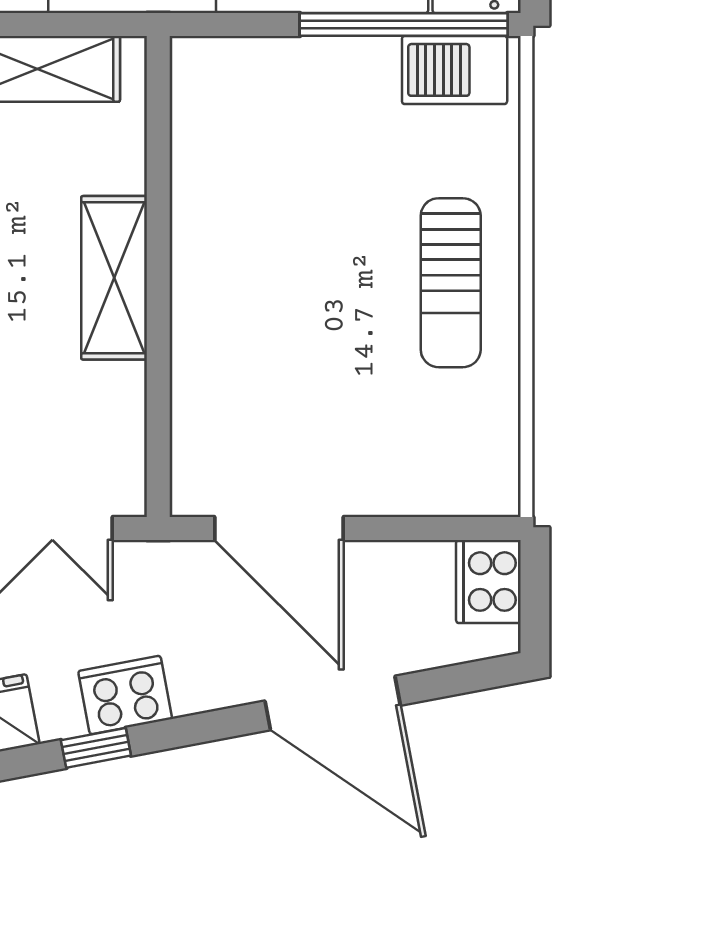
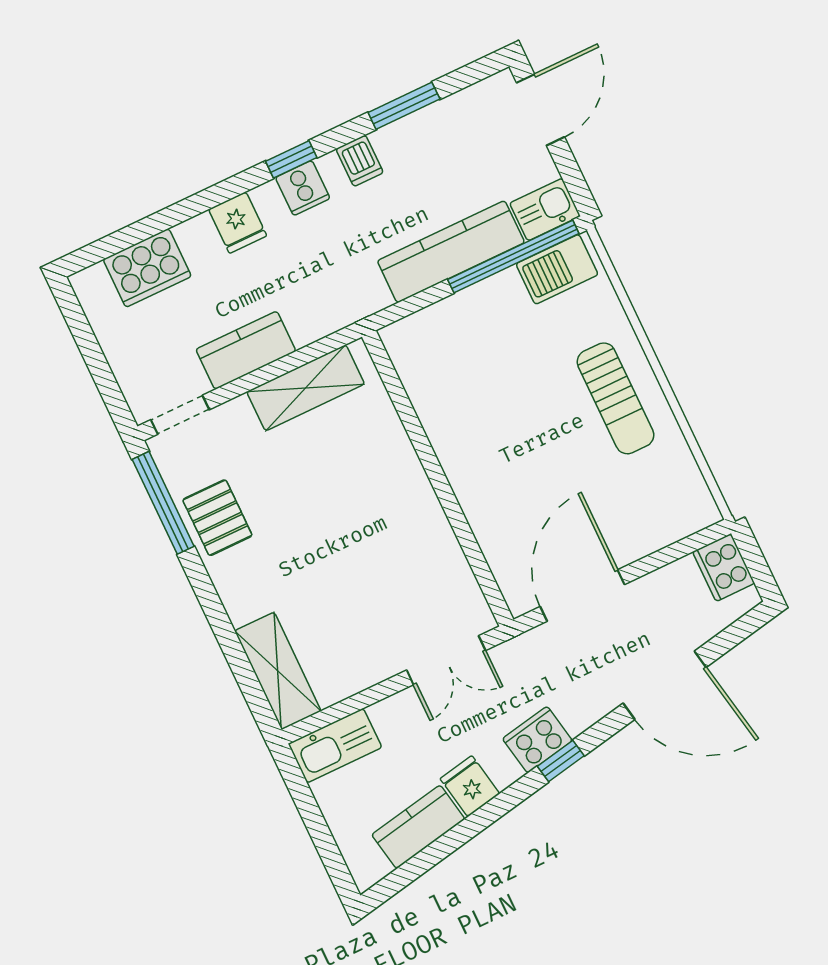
shelving: (114, 278) -> (412, 492), removed
door: (279, 529) -> (582, 595), swing flipped
window: (96, 748) -> (561, 761), moved

